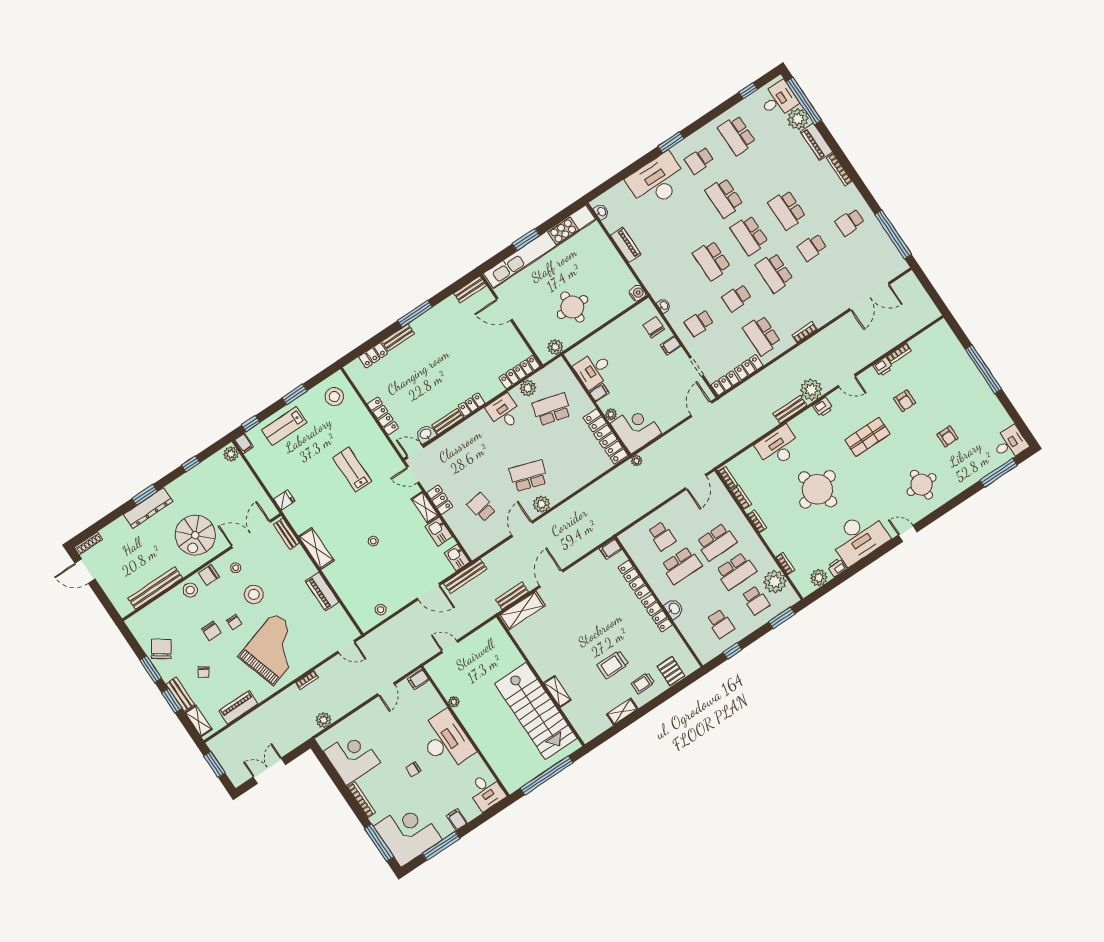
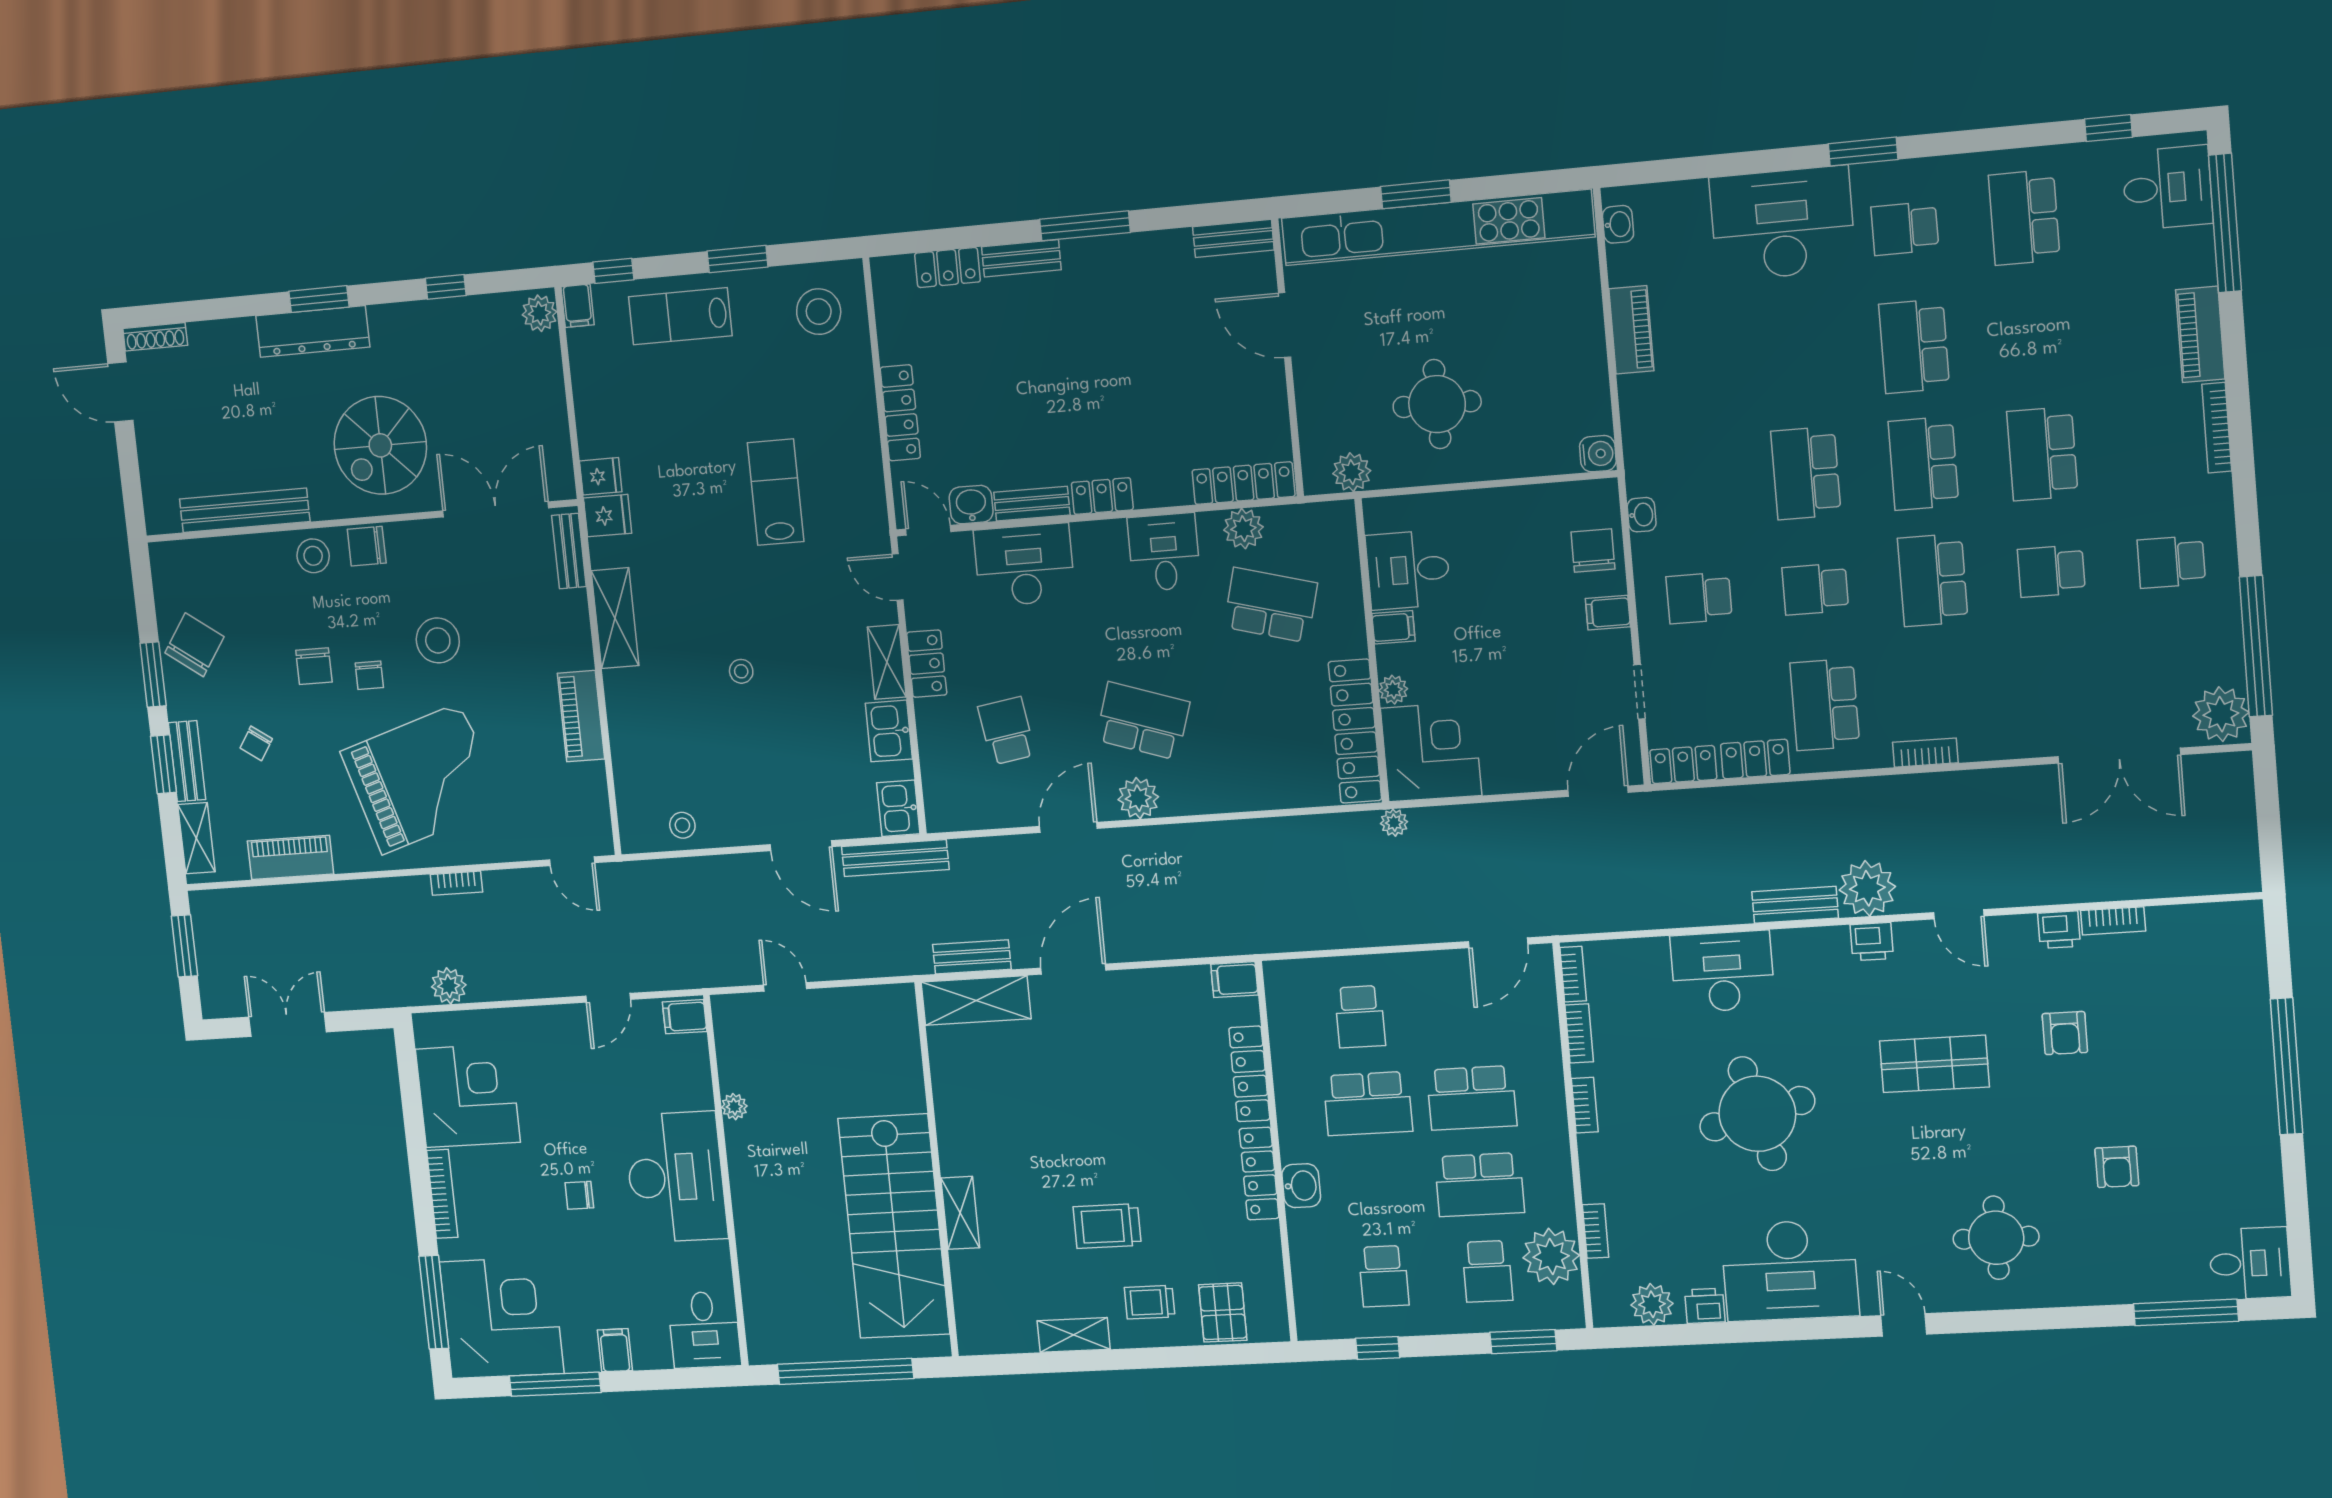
plant: (798, 119) -> (2221, 714), moved
desk: (457, 445) -> (1024, 565), added
fridge: (294, 513) -> (608, 516), added
stool: (236, 568) -> (429, 562), removed

